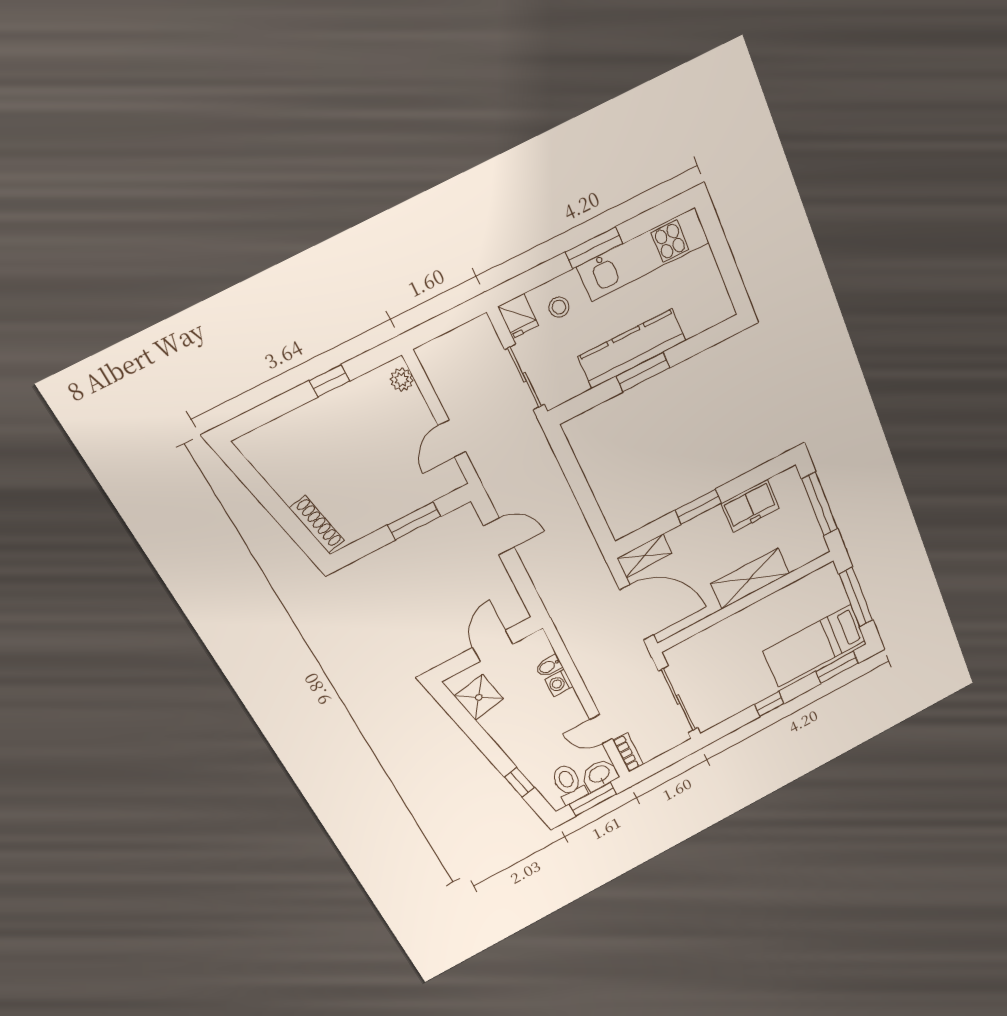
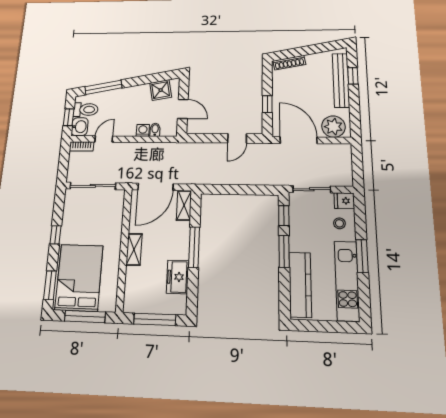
kitchen counter: (632, 349) -> (300, 285), moved
plant: (402, 380) -> (333, 127), width x1.87, depth x1.87
window: (329, 381) -> (353, 76), moved
window: (588, 400) -> (284, 216), added
bench: (303, 421) -> (341, 80), added
door: (452, 439) -> (299, 140), width x1.88
window: (698, 507) -> (194, 247), width x1.44
window: (414, 521) -> (267, 104), width x0.67
shelving: (750, 579) -> (134, 249), width x0.67, depth x0.75
bed: (814, 646) -> (79, 278), width x1.50
window: (519, 782) -> (103, 87), width x2.17
window: (593, 799) -> (69, 117), width x0.67

